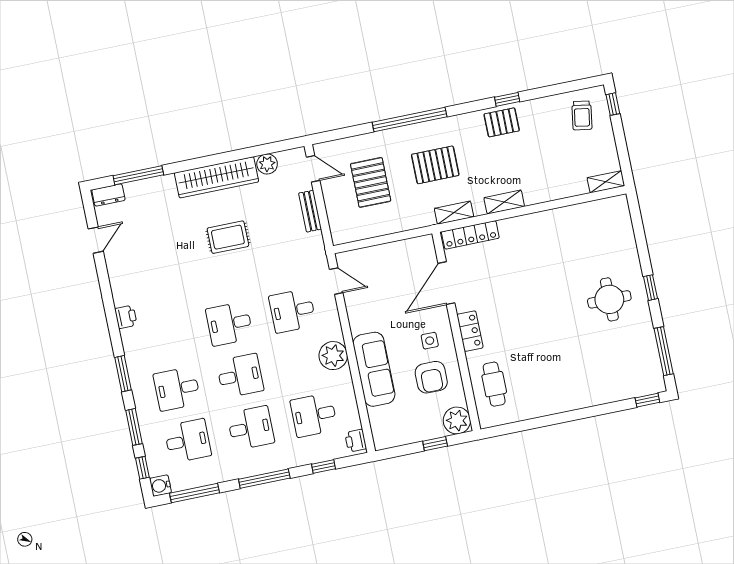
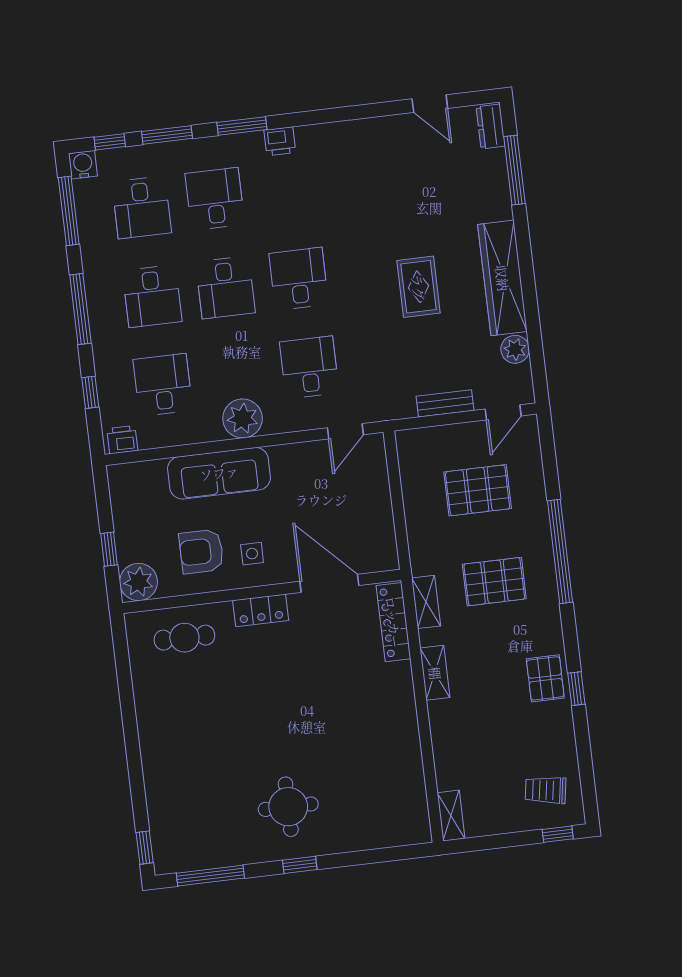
pallet: (435, 165) -> (494, 582), turned 90
printer: (126, 317) -> (280, 141), moved

